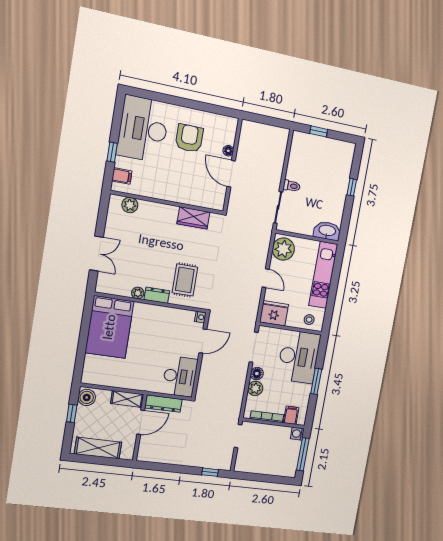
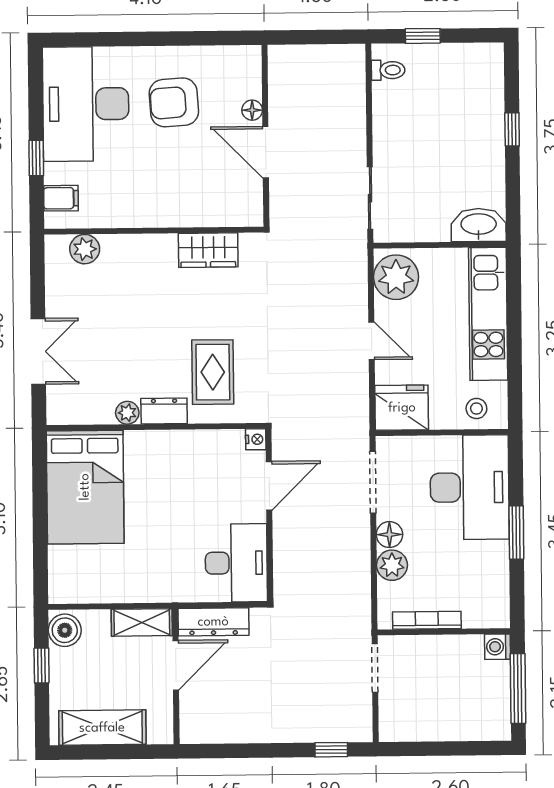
armchair: (189, 138) -> (174, 102), turned -94
toilet: (292, 186) -> (388, 70), moved
filing cabinet: (291, 415) -> (477, 610), removed

